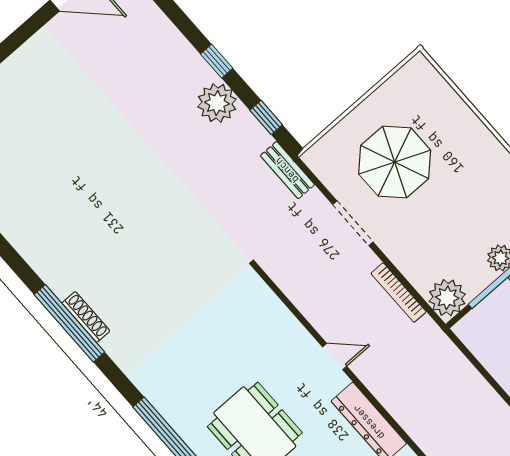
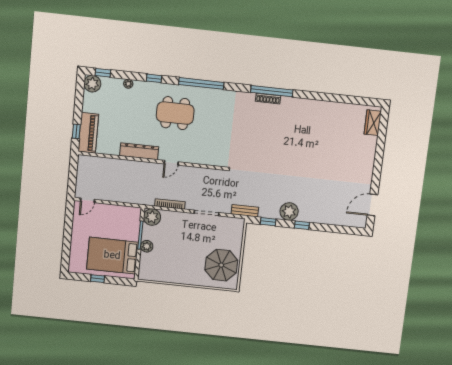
parasol: (395, 162) -> (221, 265), moved

